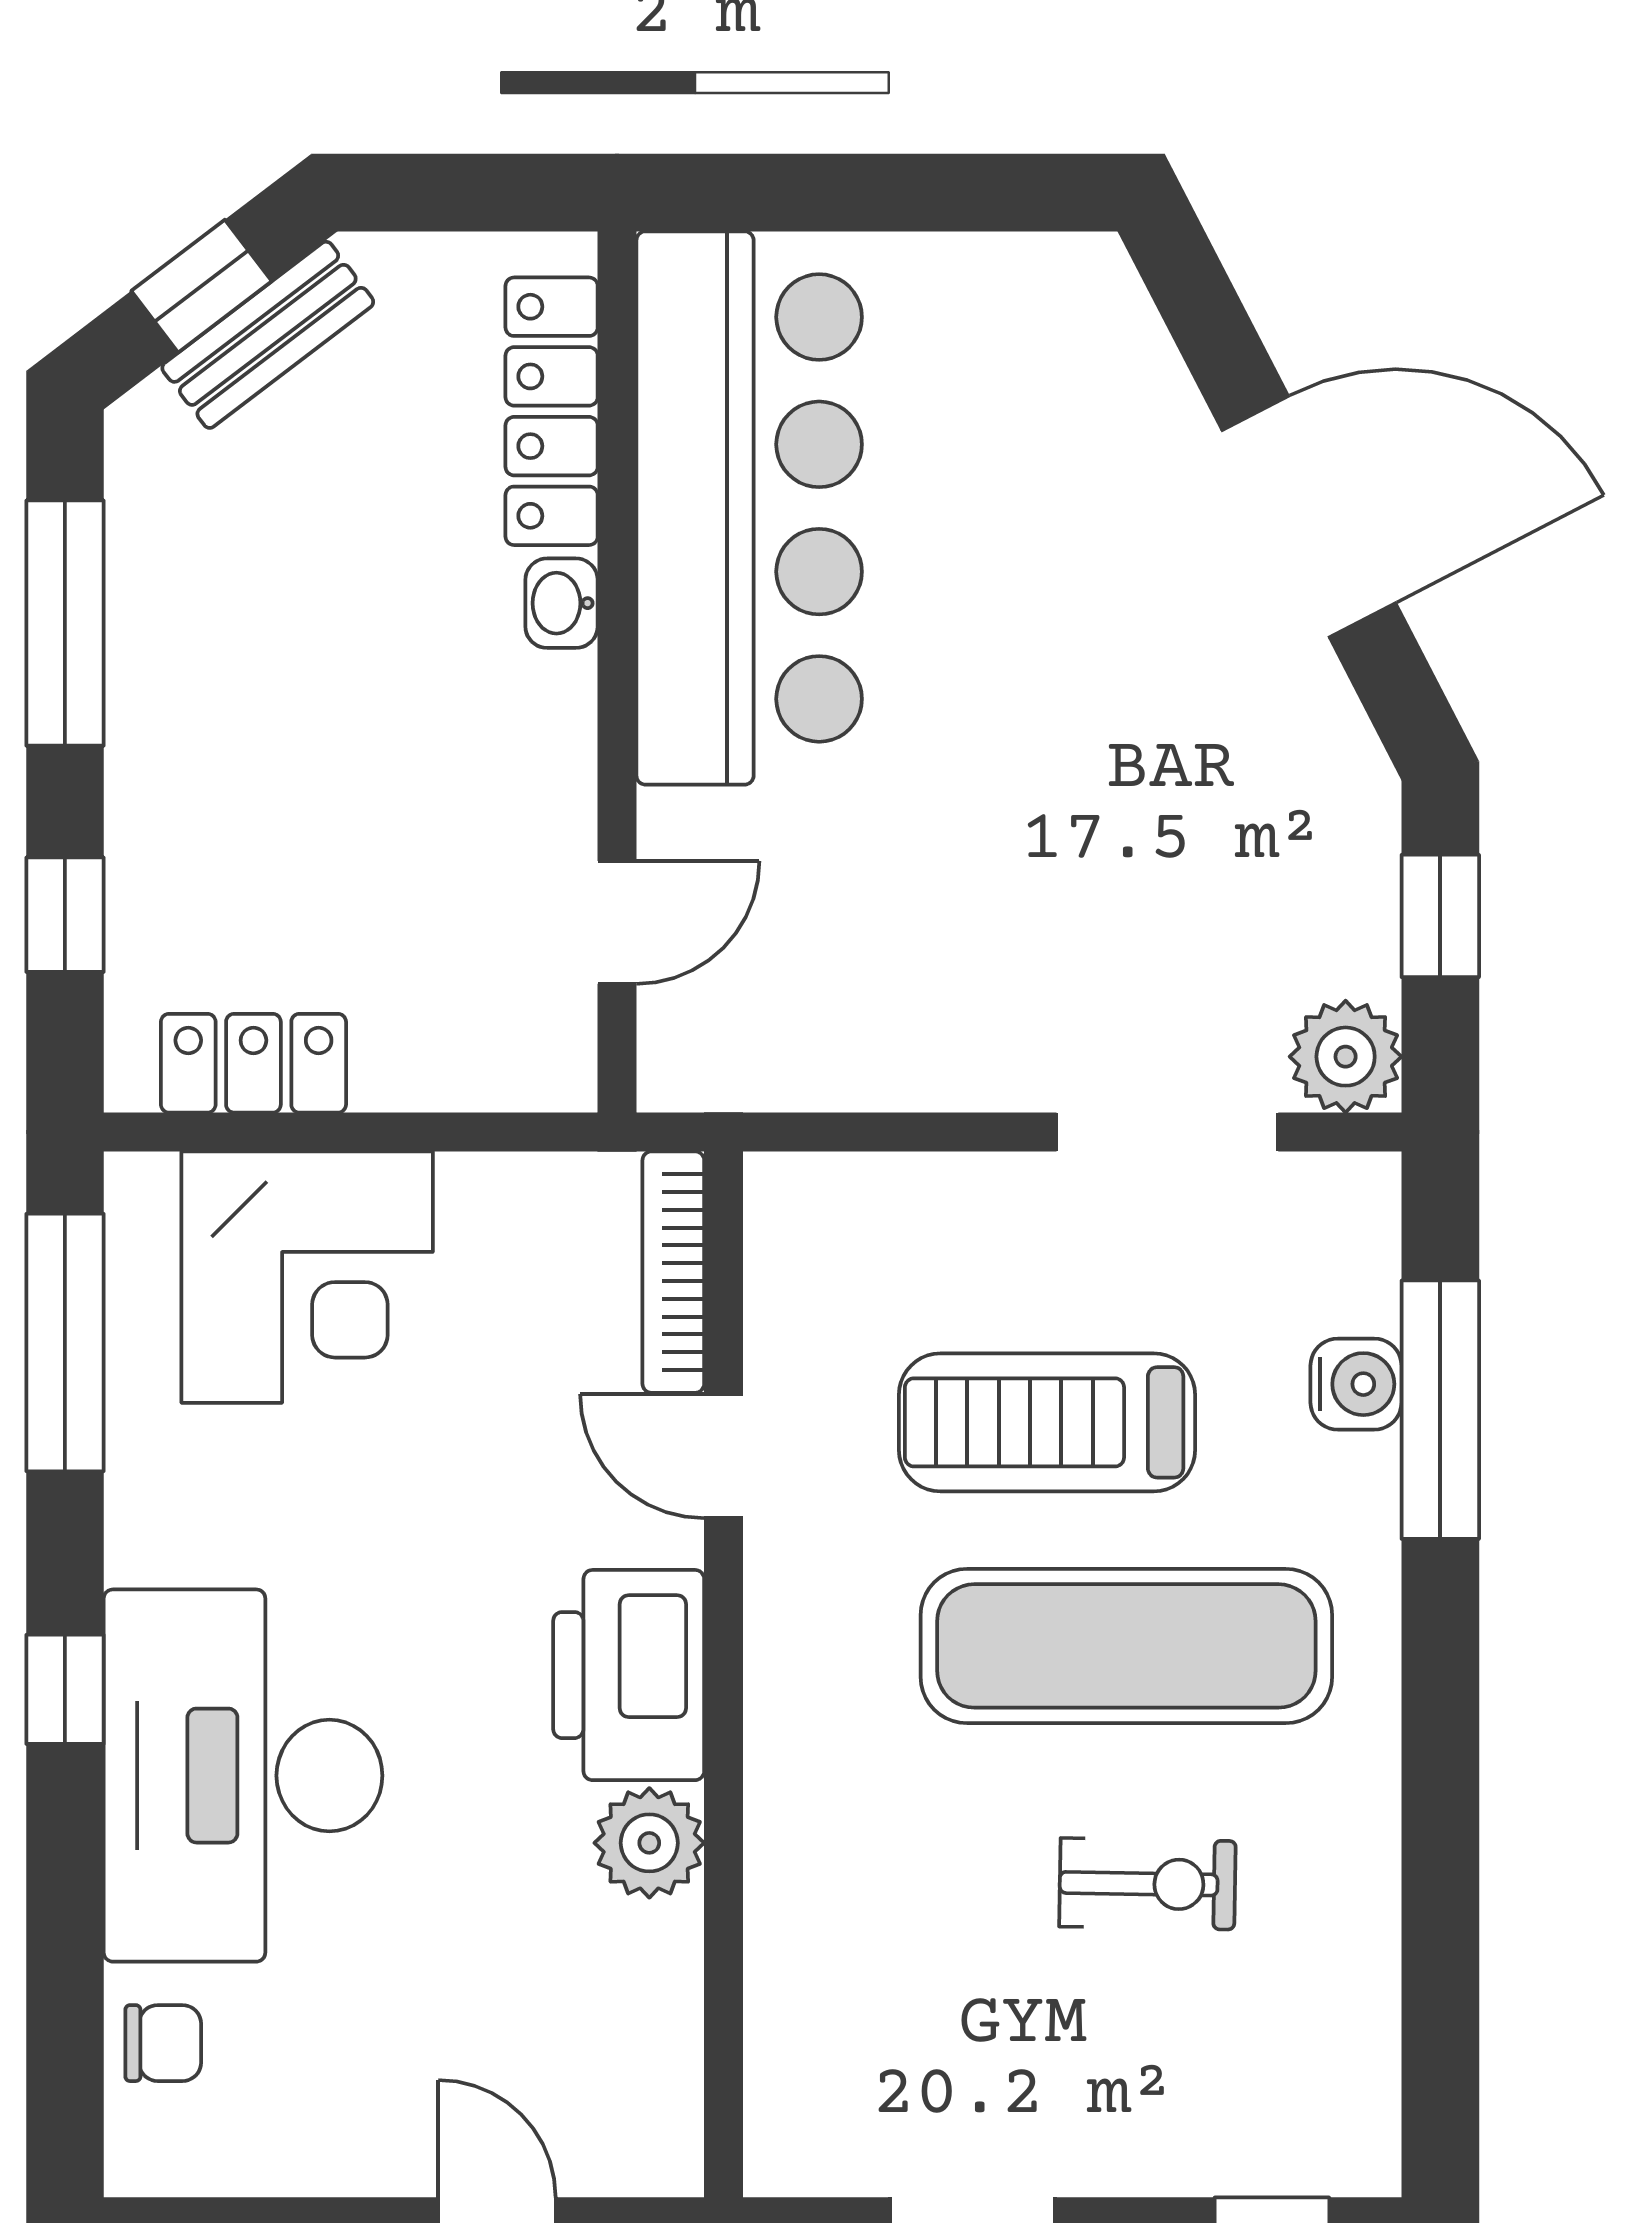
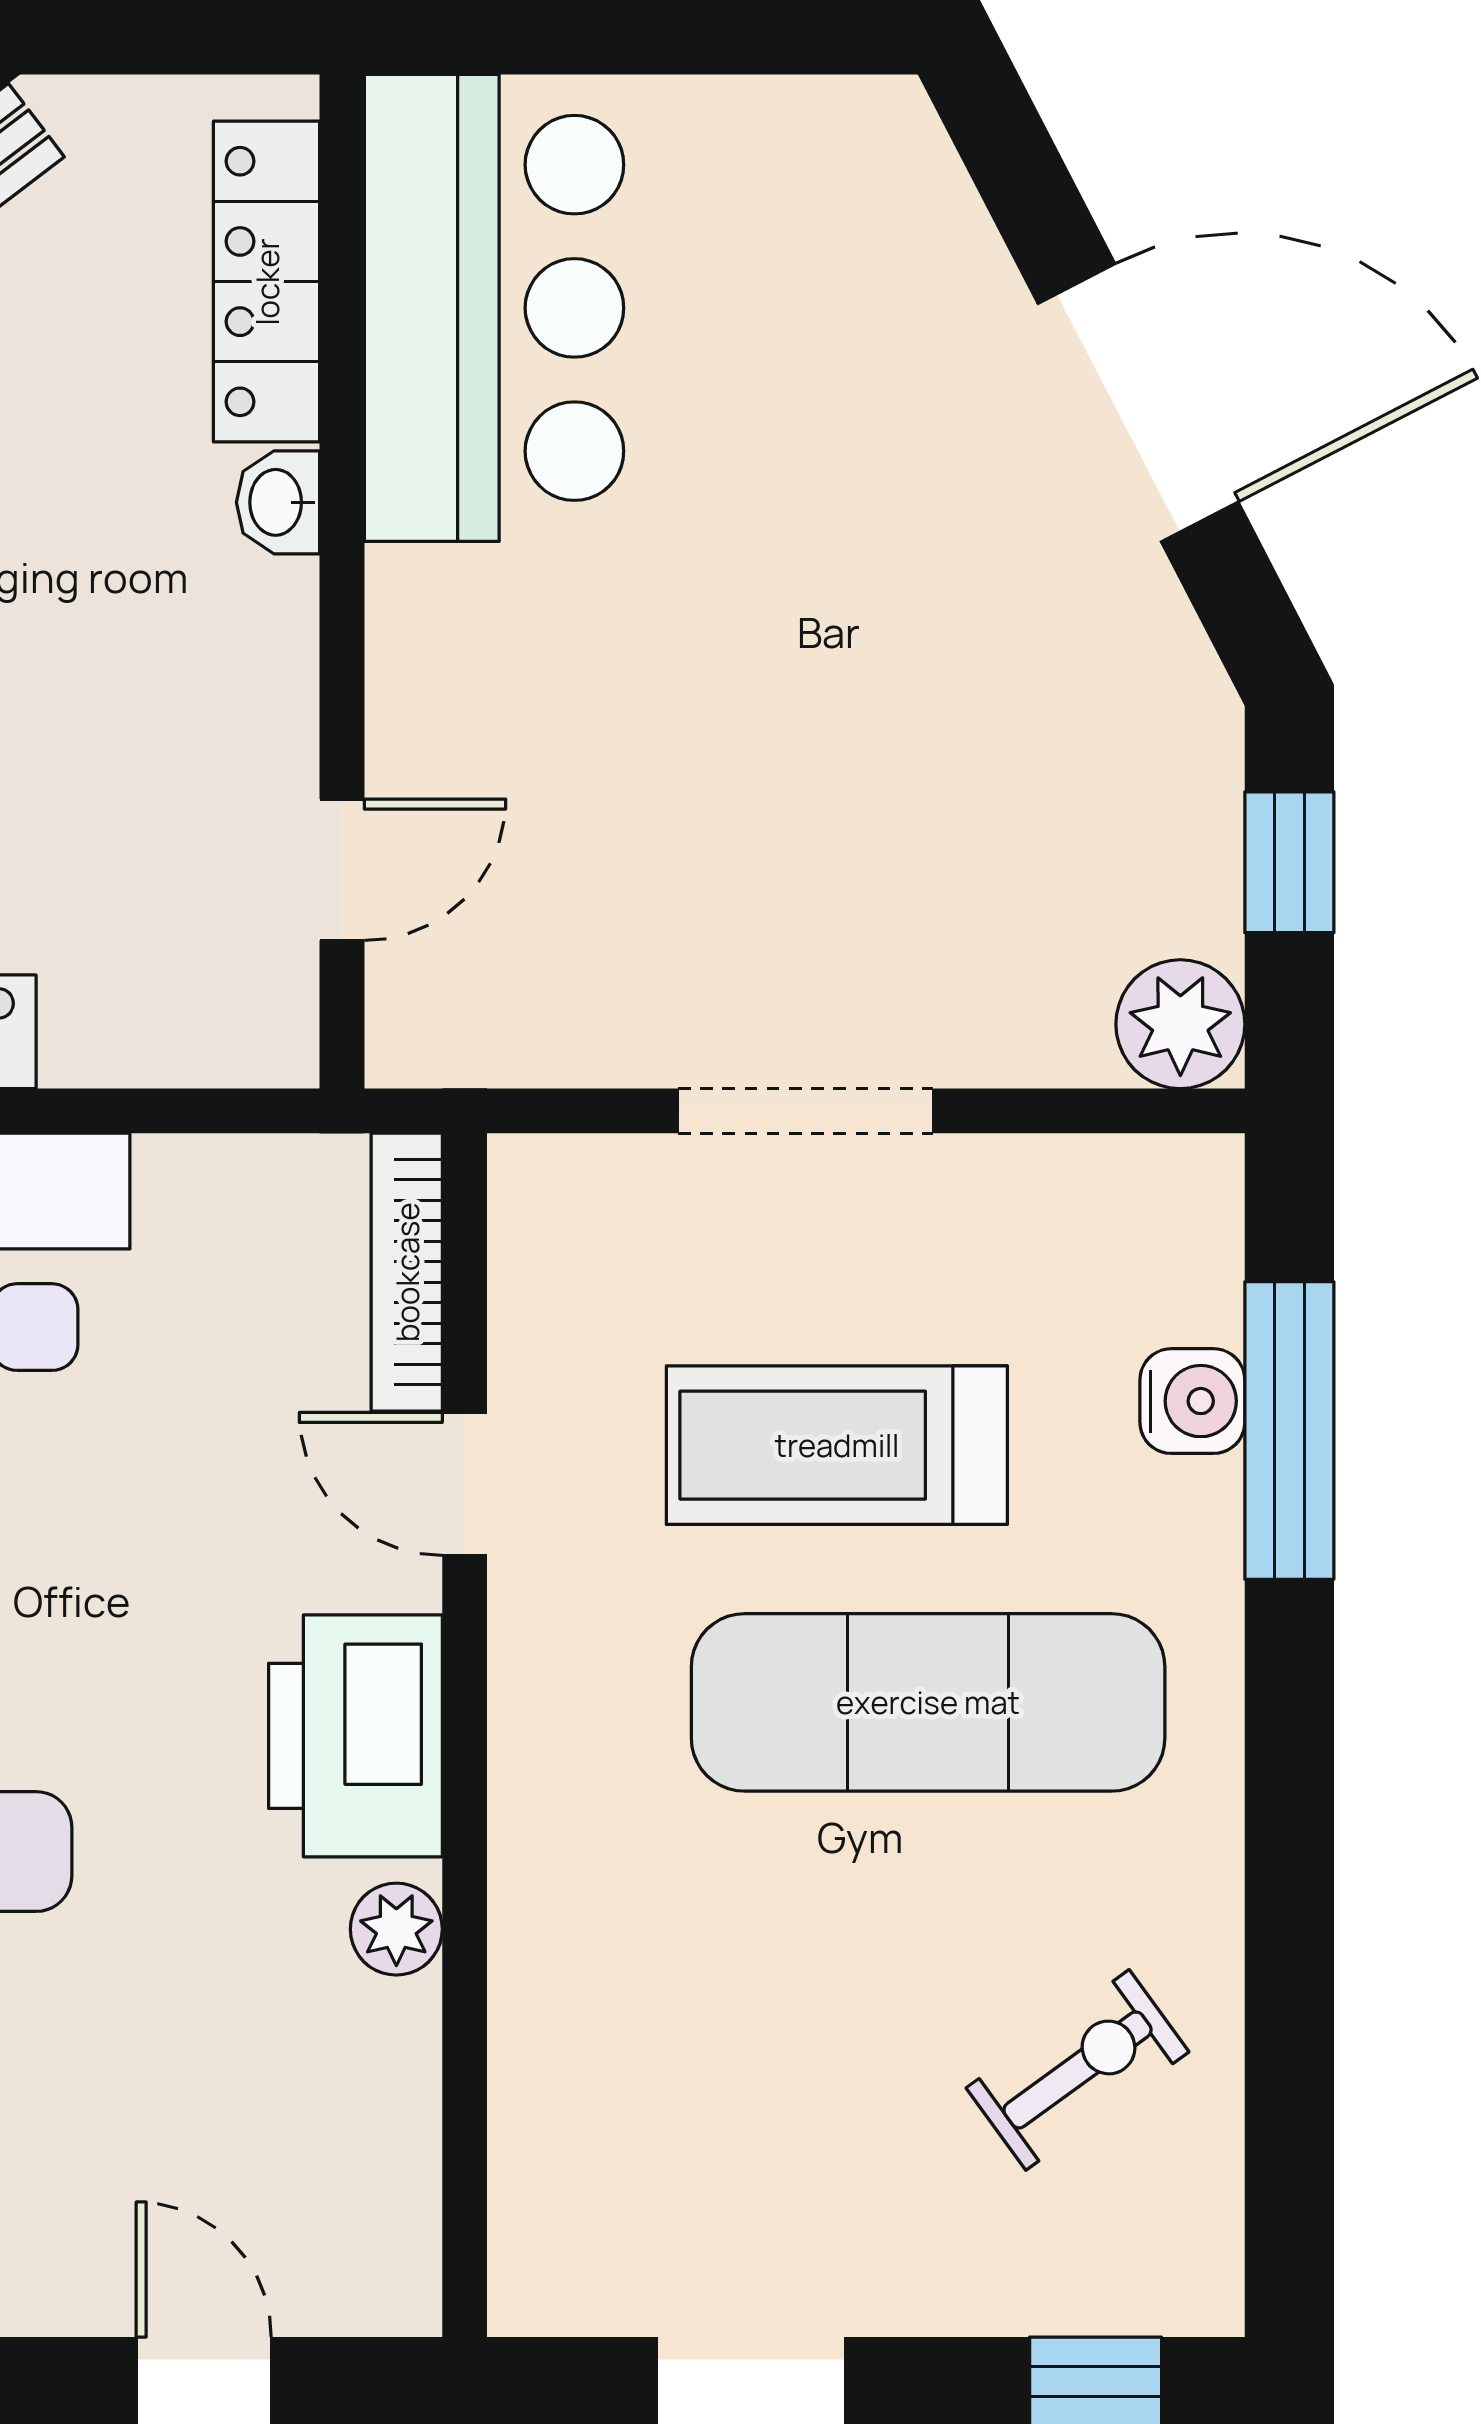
bar counter: (749, 508) -> (494, 308), width x0.73
doorway: (1167, 1132) -> (806, 1111), moved
plant: (649, 1843) -> (396, 1929), width x0.73, depth x0.73
exercise bike: (1147, 1884) -> (1078, 2070), moved, turned -37

